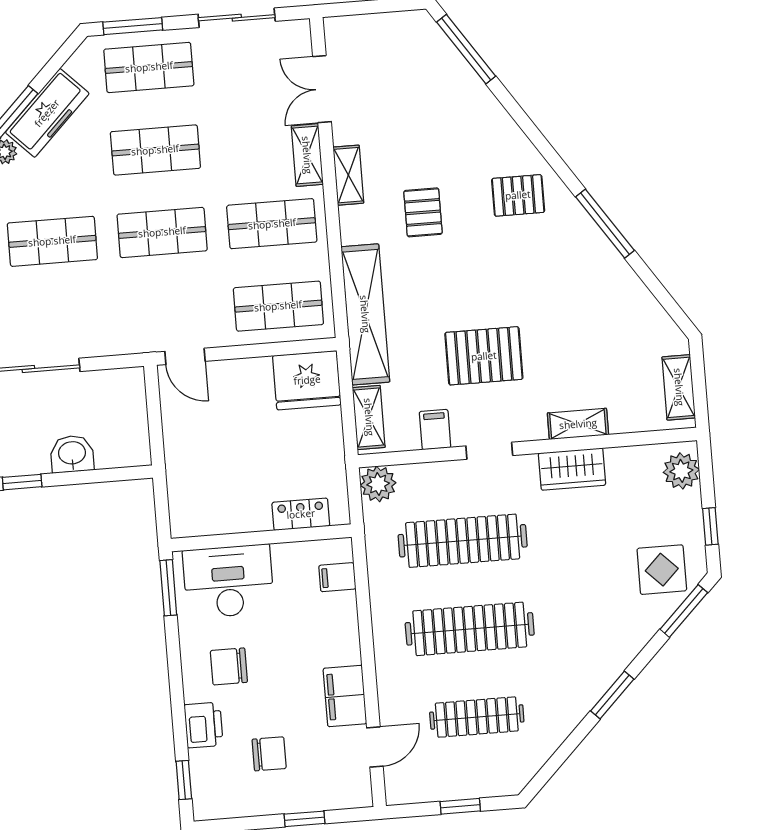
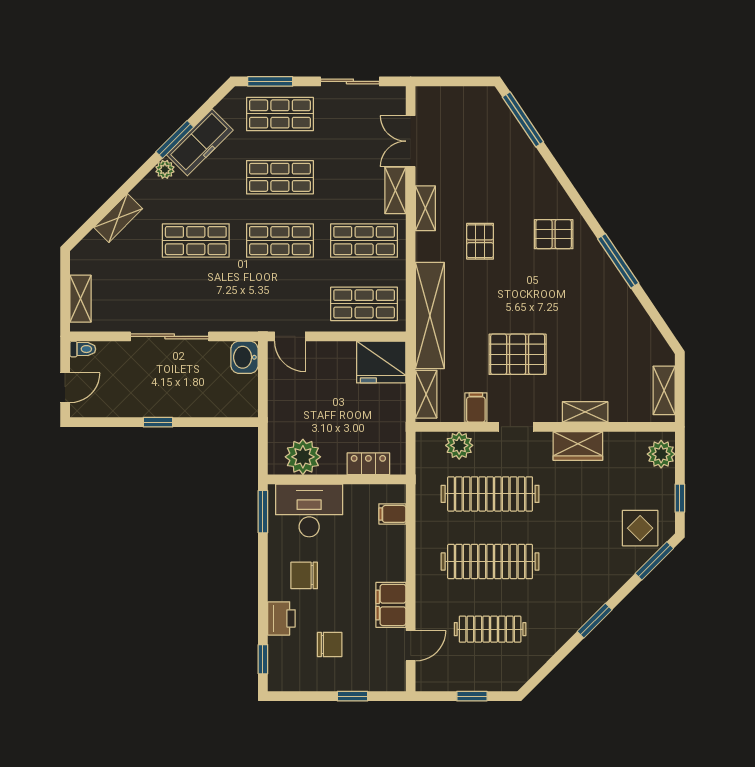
washbasin: (72, 454) -> (244, 357), moved, turned -90
plant: (378, 484) -> (459, 445), moved
plant: (215, 512) -> (303, 457), added

